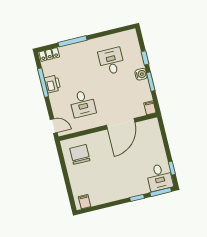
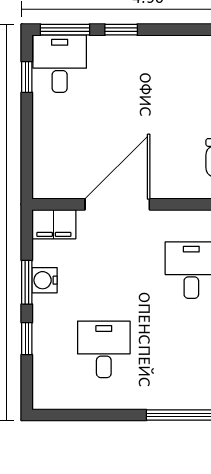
desk: (111, 61) -> (104, 349), turned 180
water cooler: (141, 74) -> (45, 280), moved
filing cabinet: (150, 108) -> (54, 224), width x2.00

